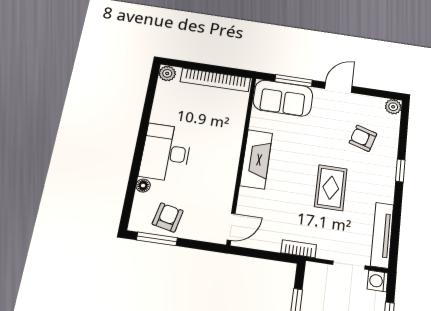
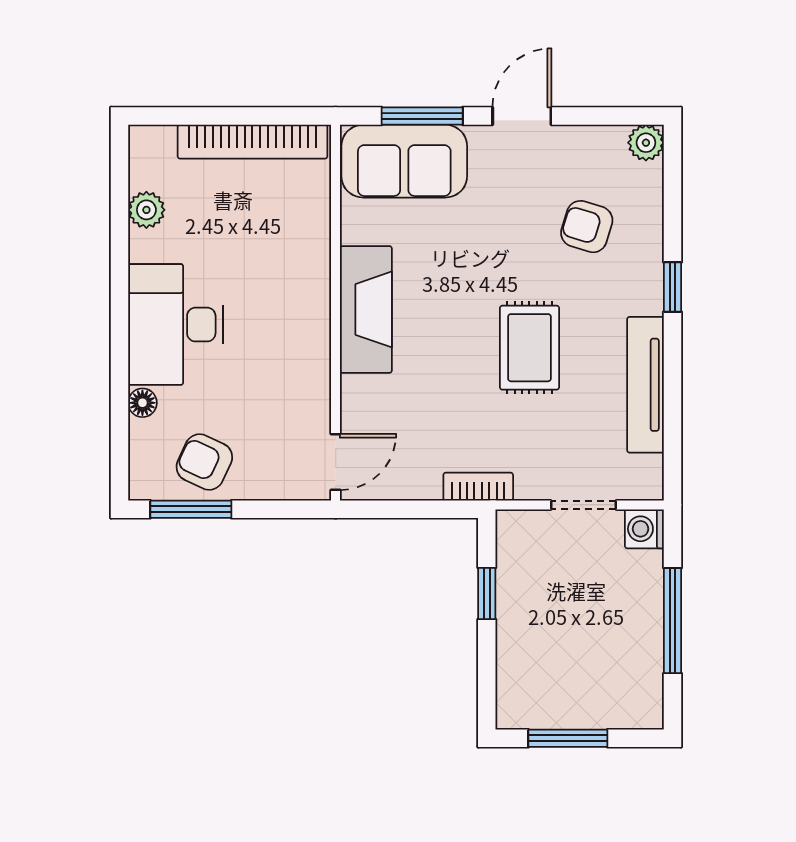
plant: (167, 73) -> (146, 210), moved
armchair: (168, 217) -> (204, 462), turned -77
tv unit: (382, 235) -> (646, 385), moved

